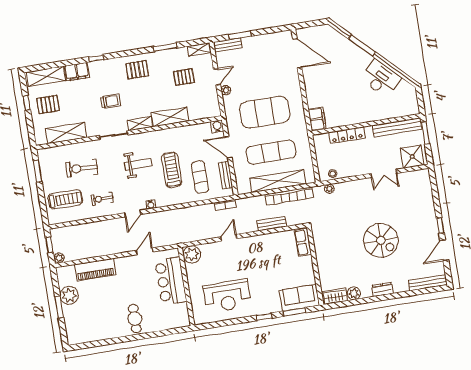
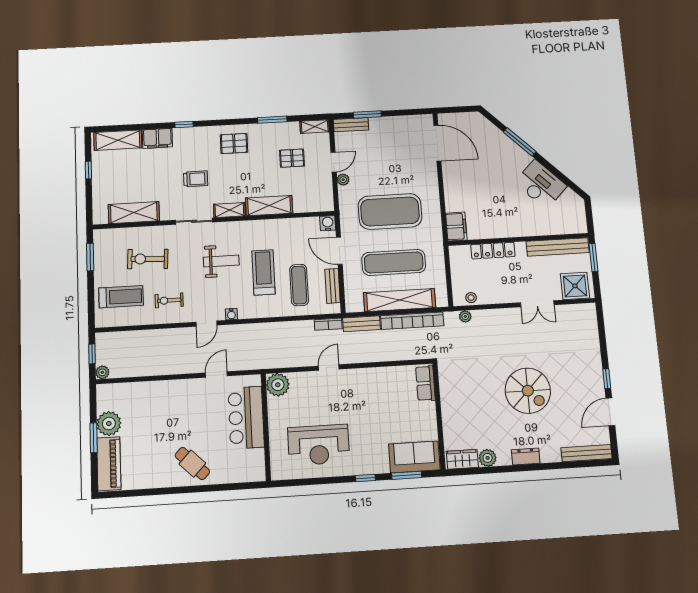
pallet: (48, 105) -> (115, 175), removed
bench: (272, 224) -> (362, 324), moved
piano: (95, 270) -> (109, 464), moved, turned -90
cafe table: (135, 319) -> (192, 464), turned -46

